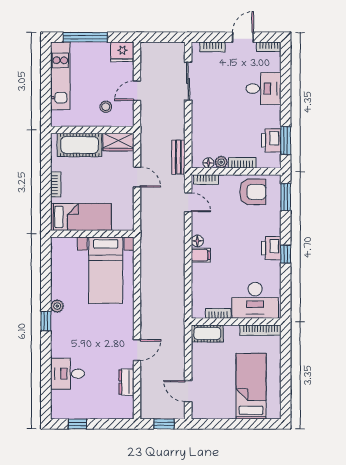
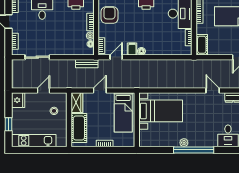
window: (85, 37) -> (9, 124), width x0.46
door: (137, 91) -> (43, 91), swing flipped
bed: (81, 217) -> (123, 112), moved, turned 180
filing cabinet: (201, 255) -> (132, 49), moved
window: (46, 321) -> (194, 150), width x3.17

